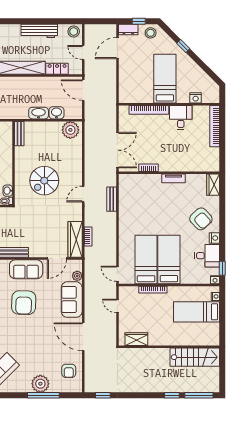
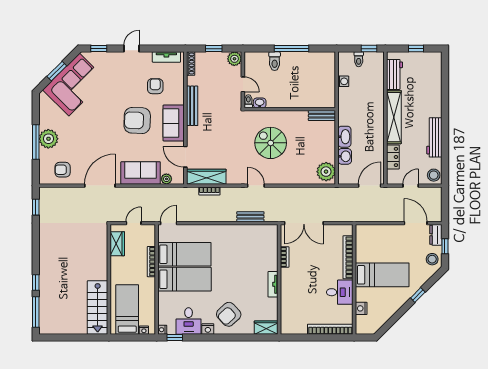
wardrobe: (136, 339) -> (117, 244), moved
wall: (169, 347) -> (109, 279), moved
stairs: (195, 357) -> (98, 307), moved

